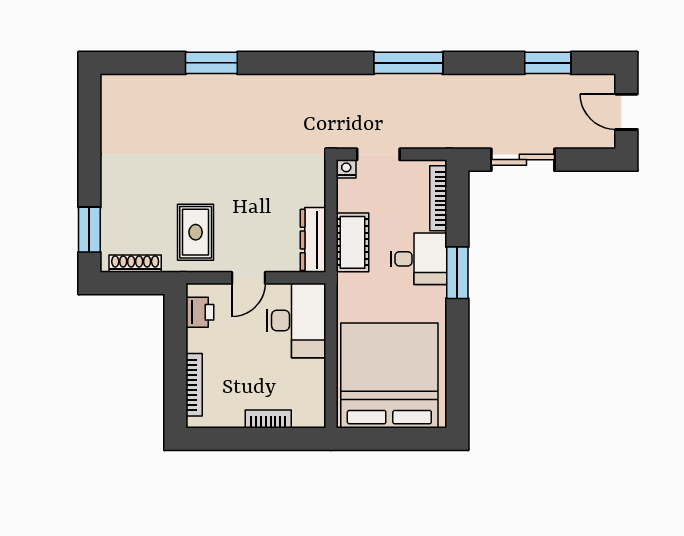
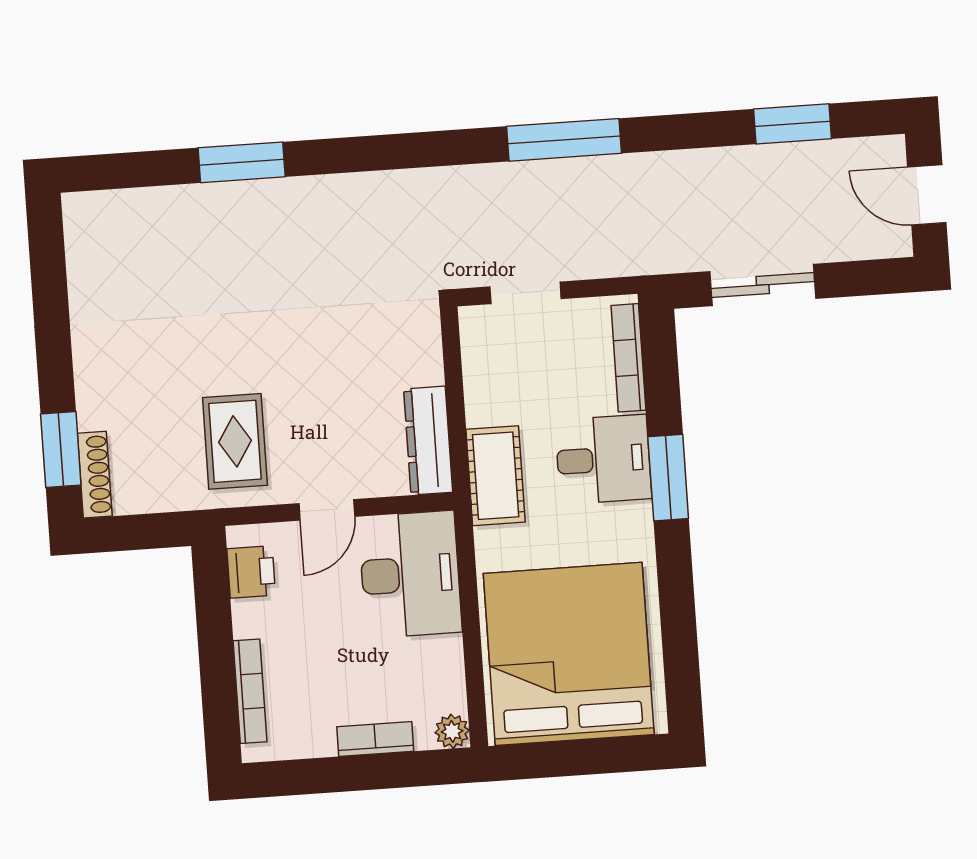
nightstand: (346, 169) -> (474, 320), removed
cot: (352, 242) -> (496, 476), moved
shoe rack: (135, 264) -> (95, 475), moved, turned 90
plant: (315, 418) -> (452, 731), added

